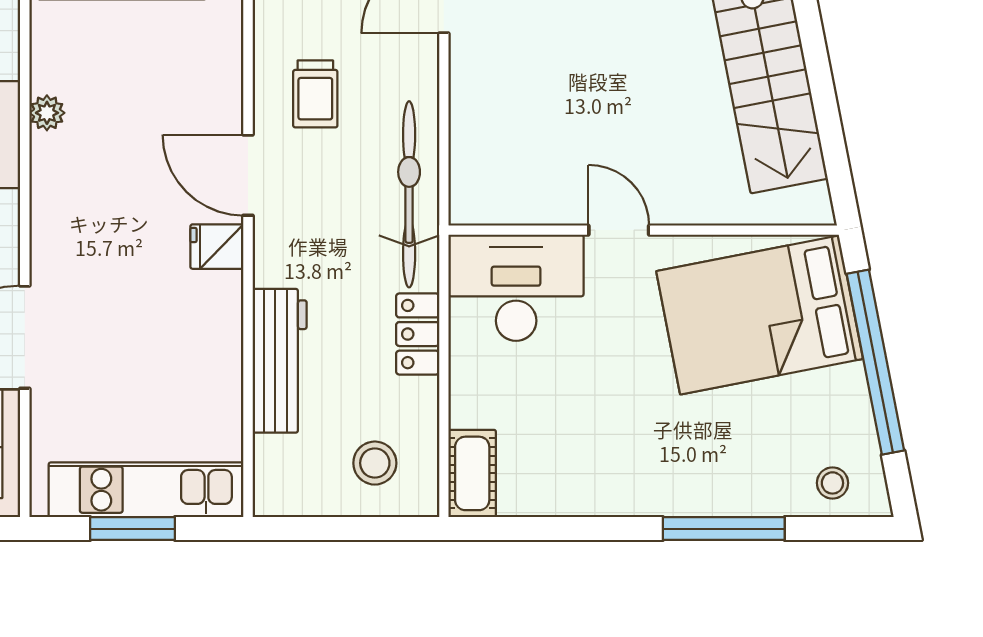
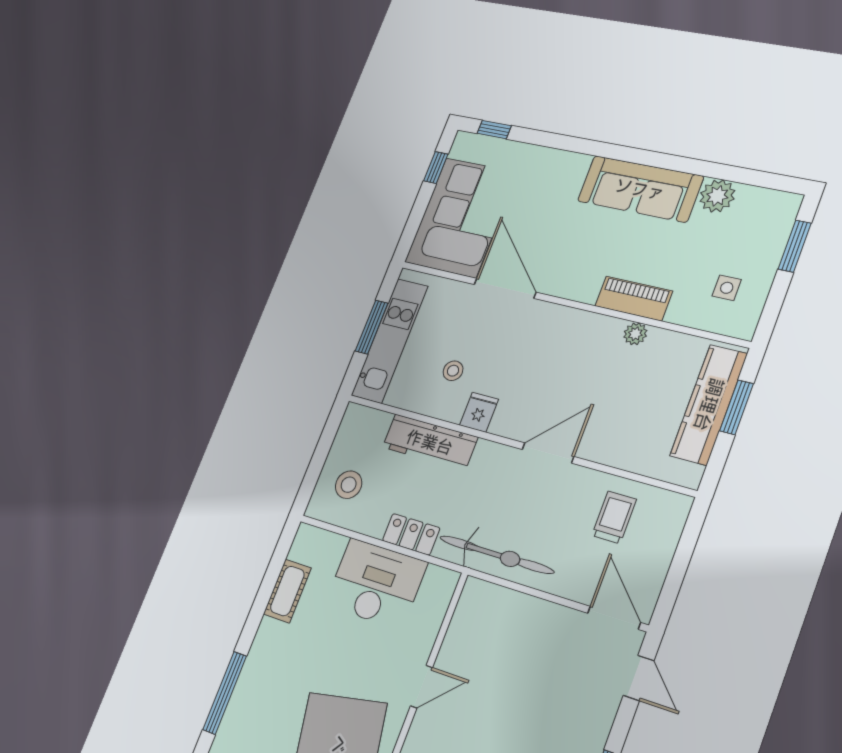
trolley: (315, 94) -> (614, 517), moved, turned 90
fridge: (217, 247) -> (479, 412), moved
desk: (516, 288) -> (376, 584), moved, turned -90
stool: (166, 368) -> (453, 371), added
cot: (472, 473) -> (287, 591), moved, turned 90

